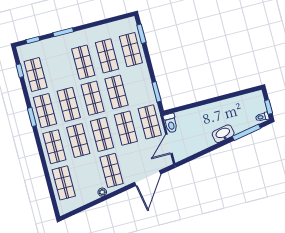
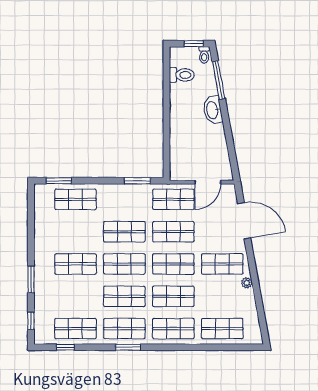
shop shelf: (107, 56) -> (75, 232), removed
toilet: (171, 123) -> (182, 75), moved
door: (169, 144) -> (208, 182), hinge flipped

